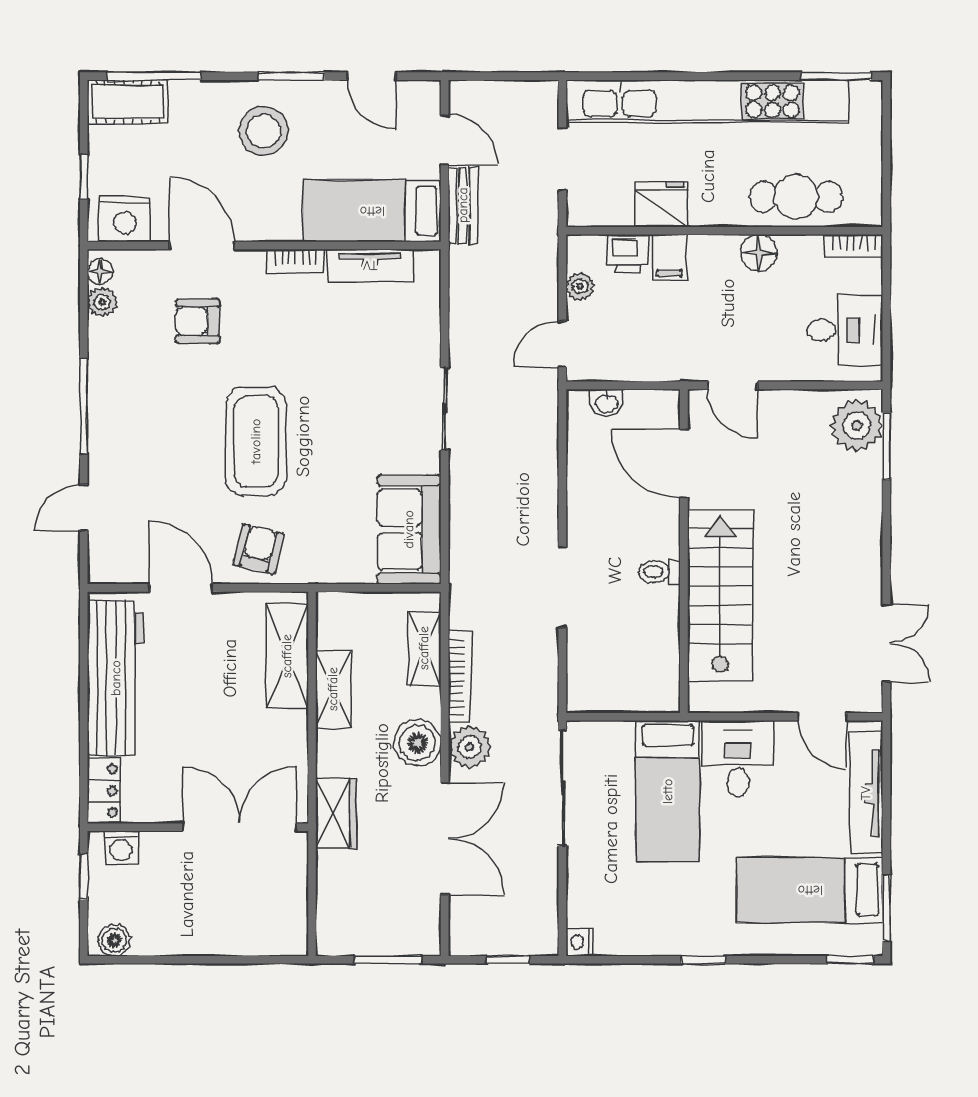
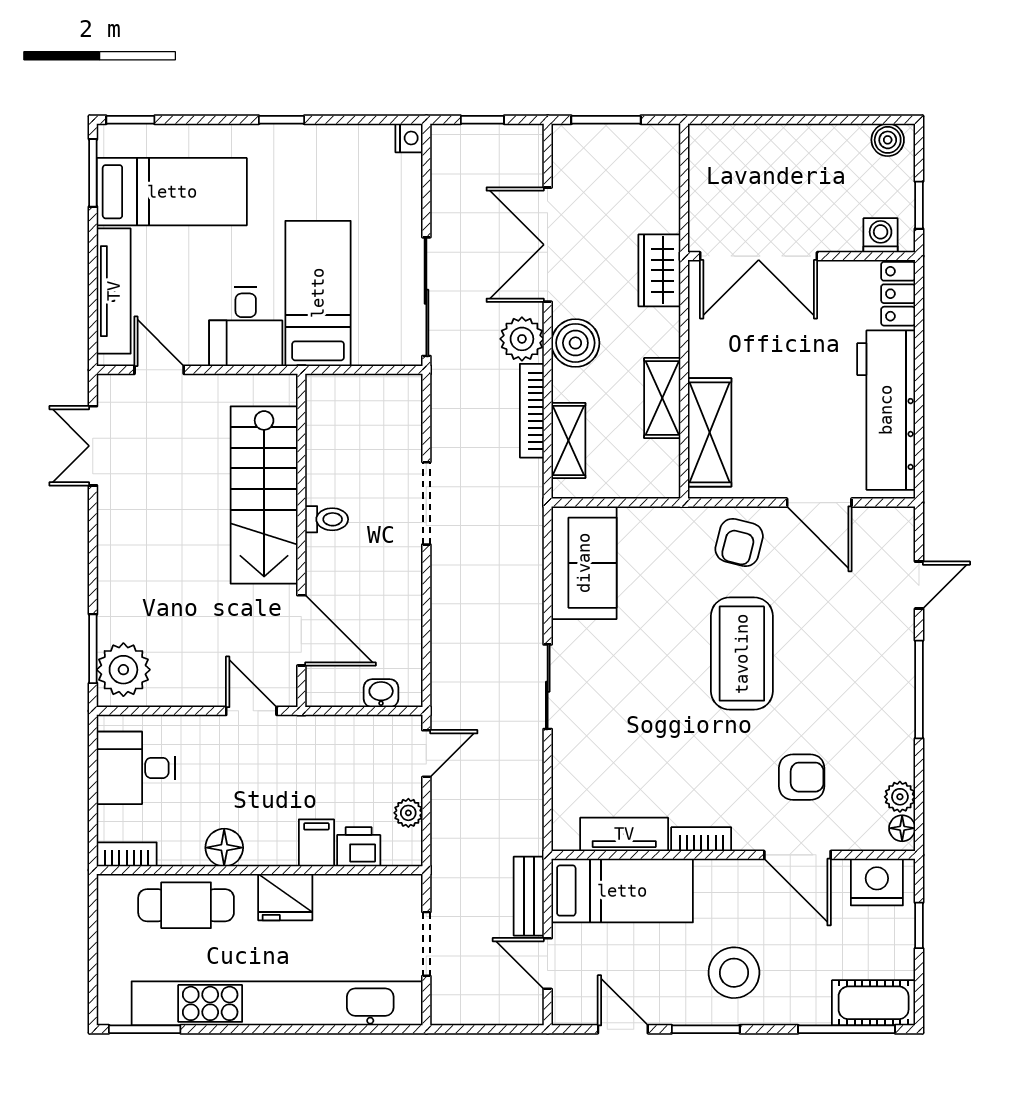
fridge: (661, 204) -> (285, 897), moved

